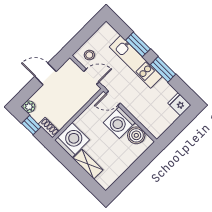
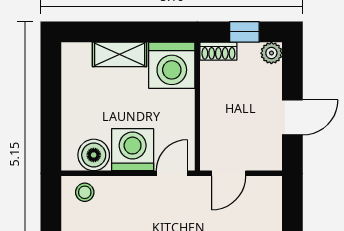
stool: (89, 55) -> (85, 192), moved

